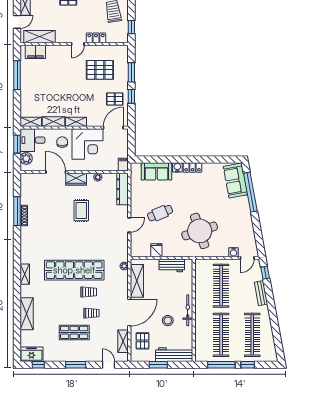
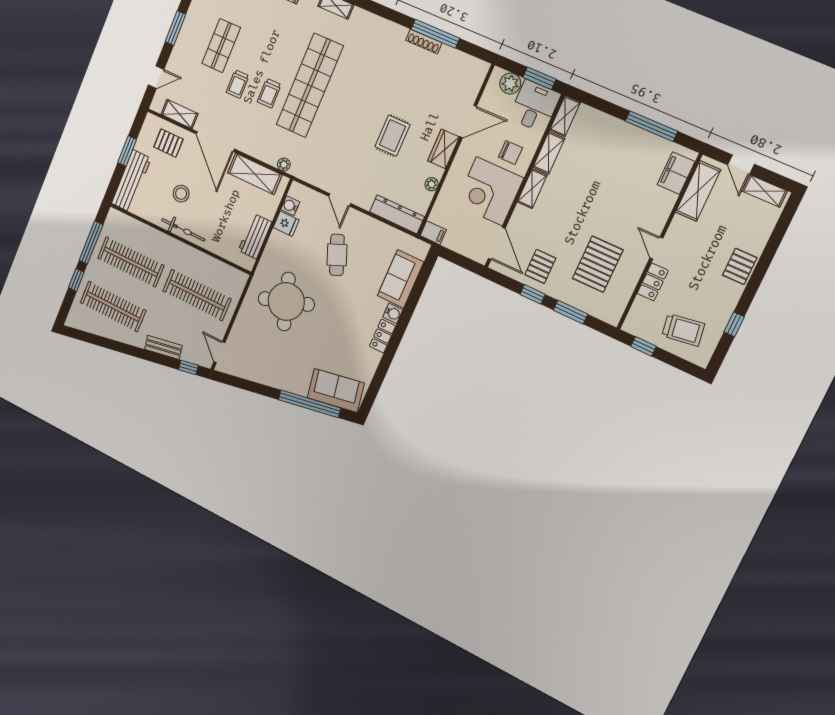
rug: (81, 211) -> (392, 136), turned 90
water cooler: (234, 252) -> (290, 206), moved

